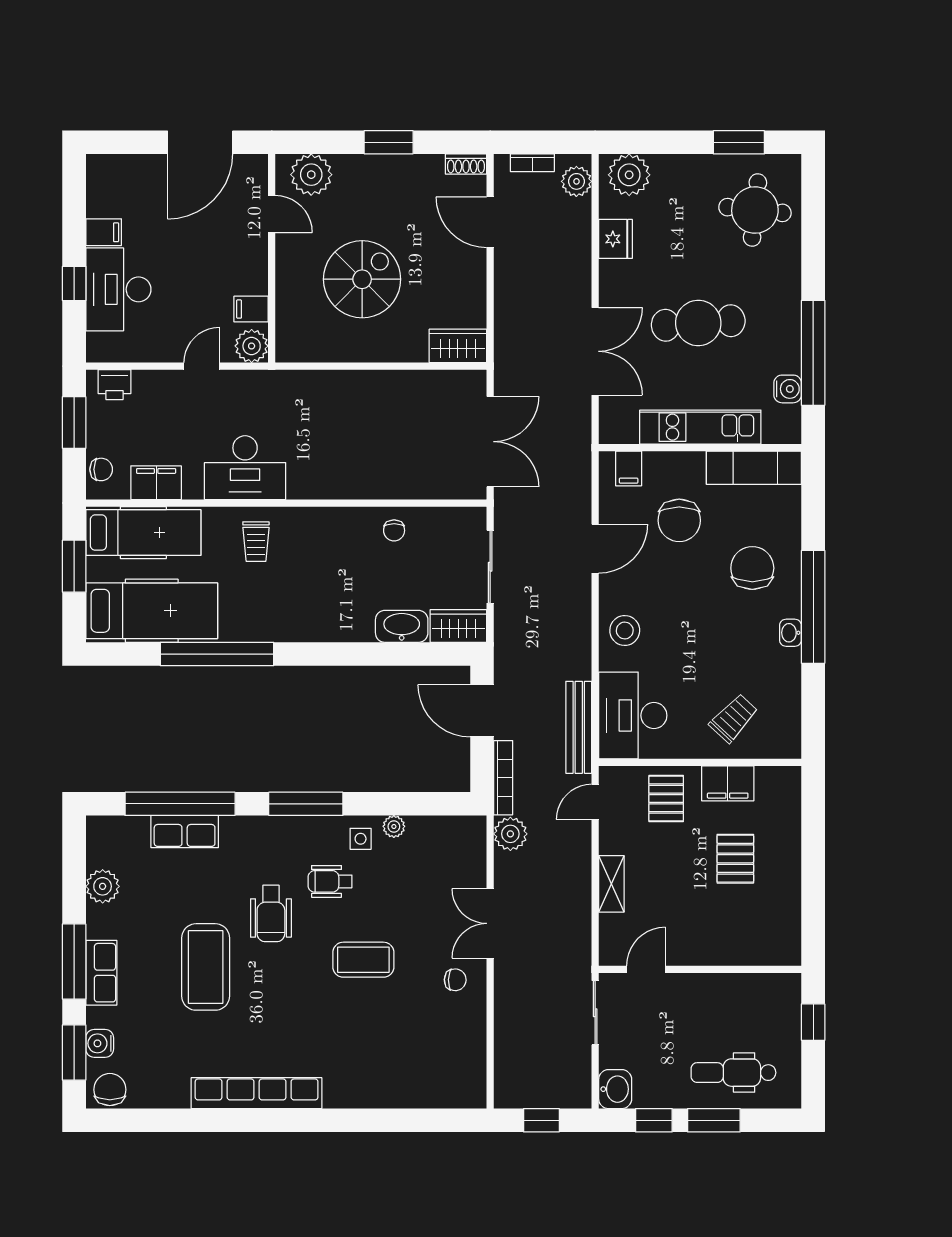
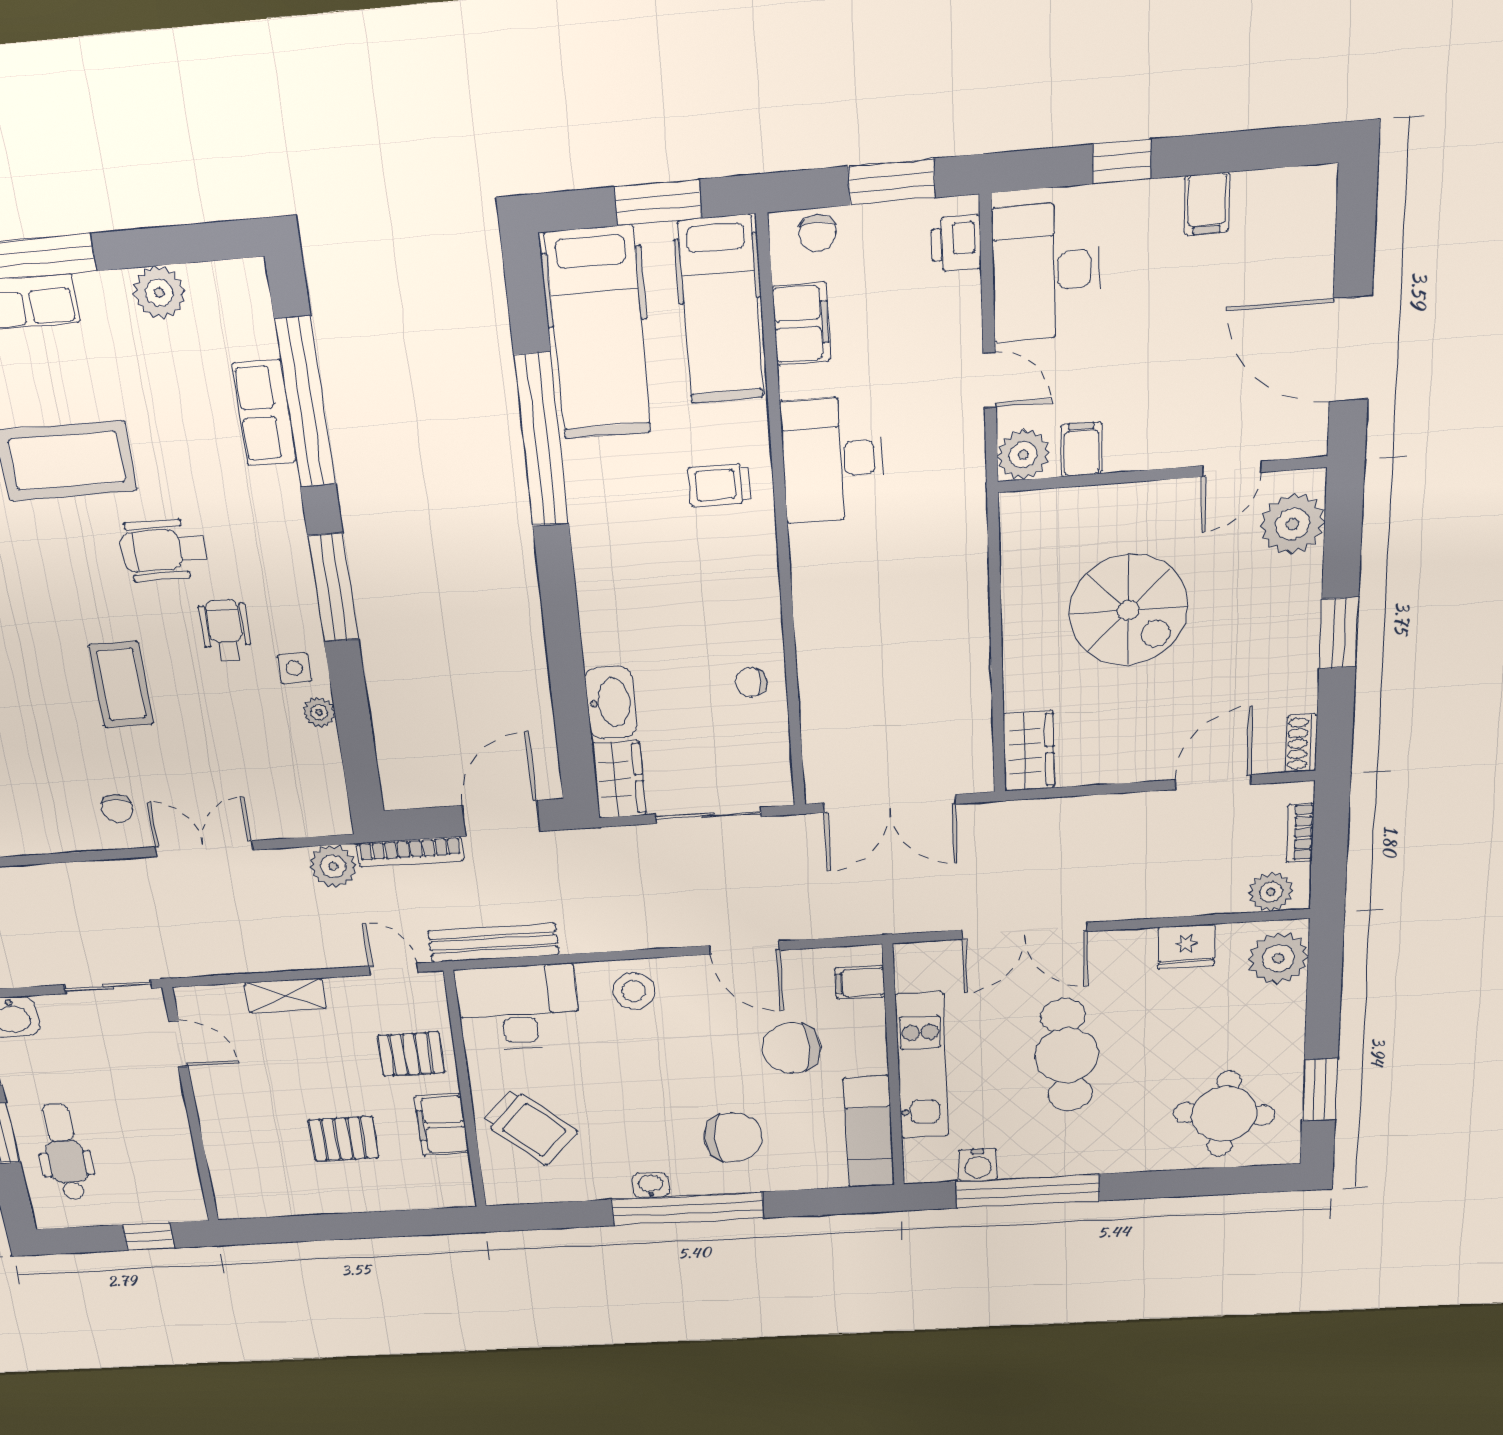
desk: (118, 289) -> (1046, 272), moved, turned -90
trolley: (734, 718) -> (530, 1127), width x1.36, depth x1.39

